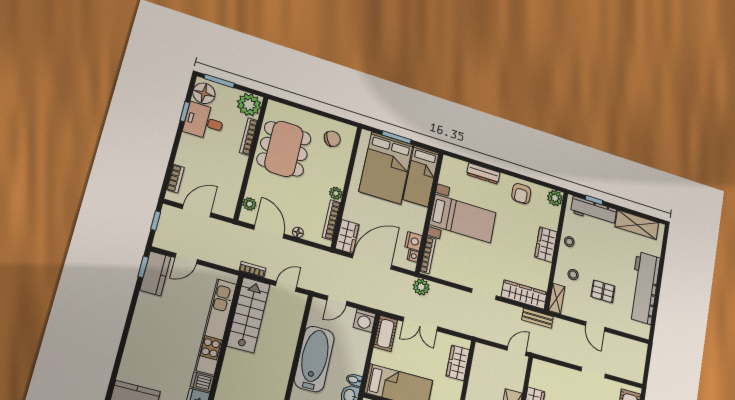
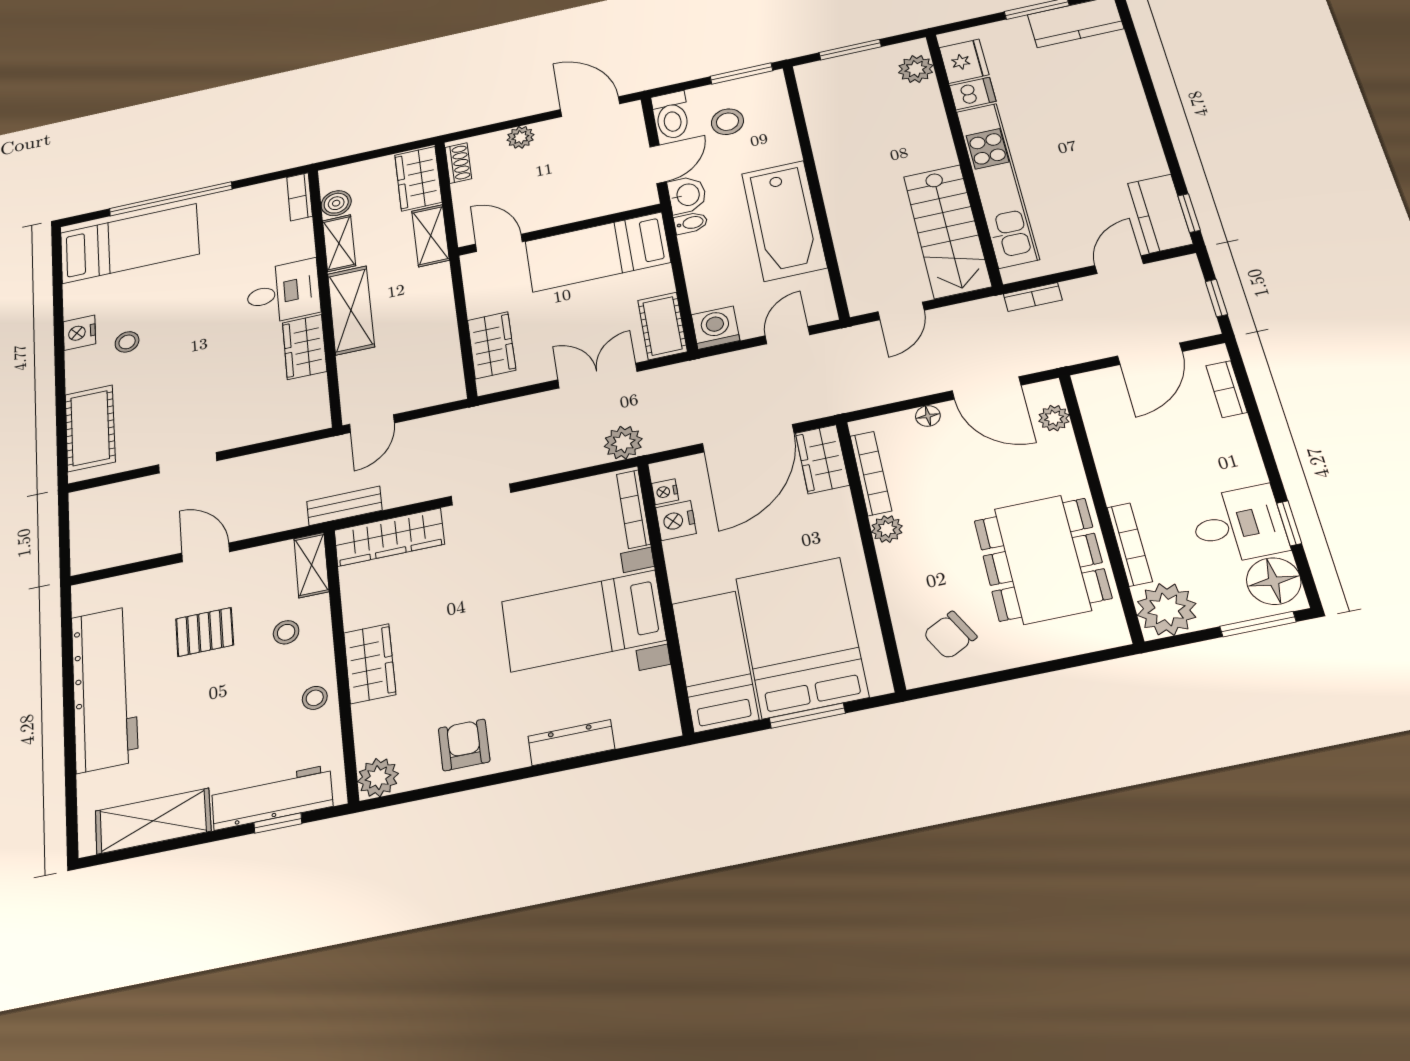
bookcase: (252, 269) -> (1033, 297), moved

